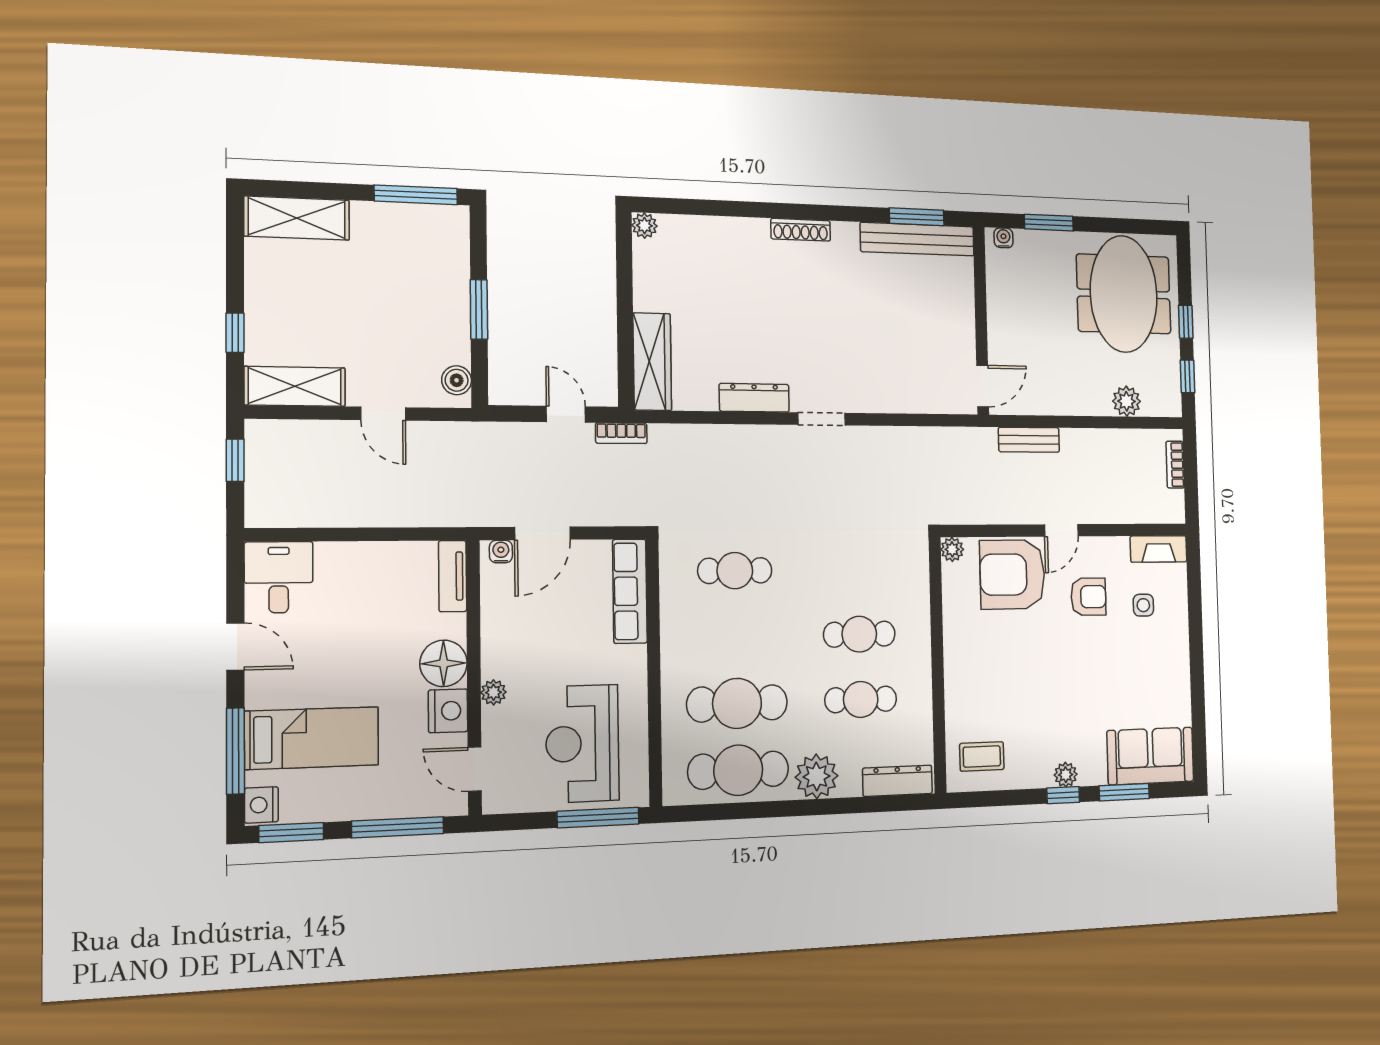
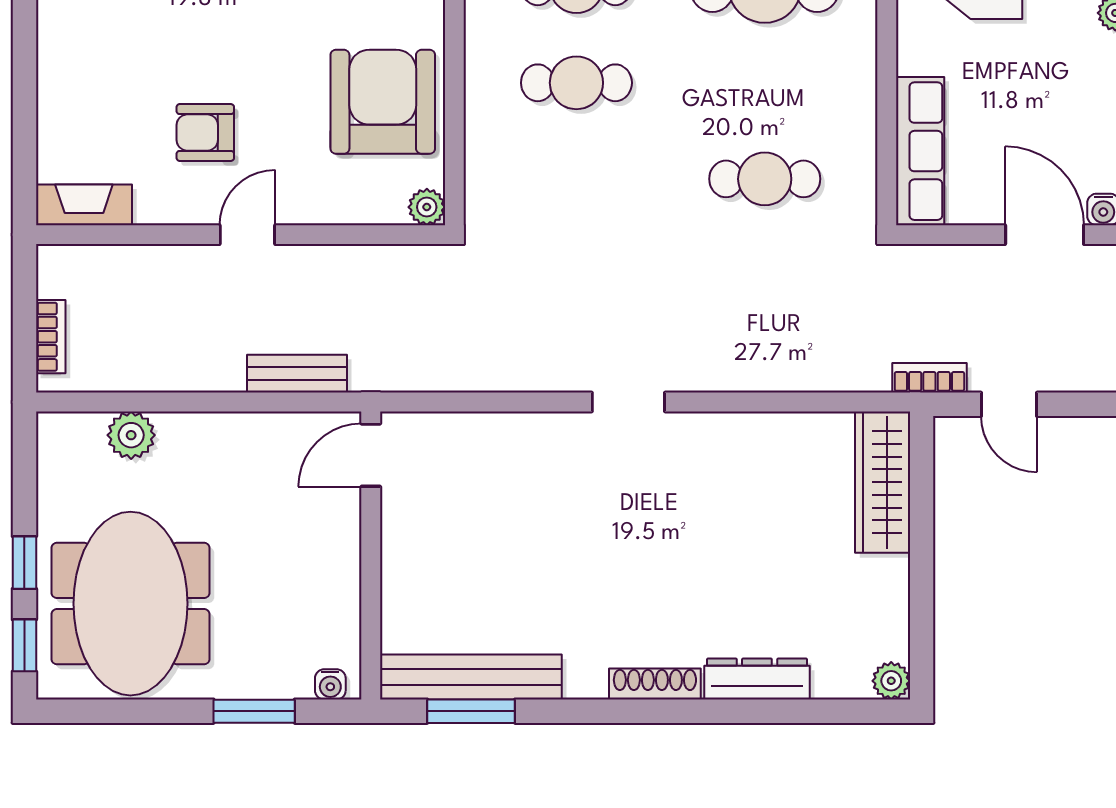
window: (1188, 376) -> (24, 645), moved
dresser: (754, 398) -> (757, 679), moved, turned 180
door: (542, 533) -> (1045, 235), hinge flipped
armchair: (1012, 574) -> (383, 102), moved, turned -90
side table: (1143, 605) -> (113, 118), removed

